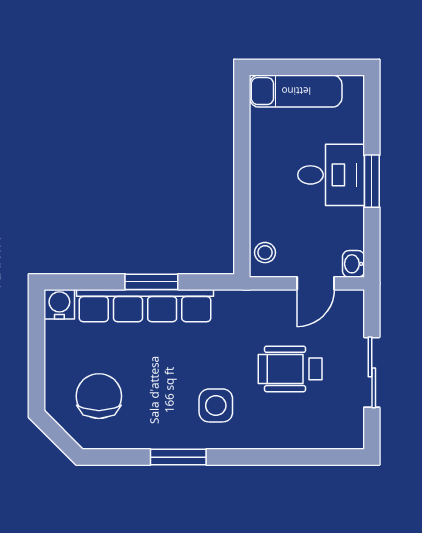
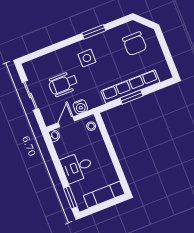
window: (372, 181) -> (70, 198), moved
water cooler: (59, 304) -> (80, 107), moved
wheelchair: (290, 369) -> (63, 84), turned 180

